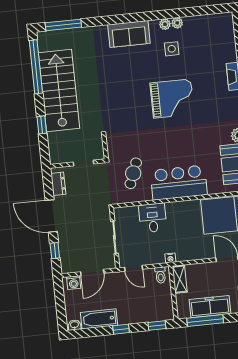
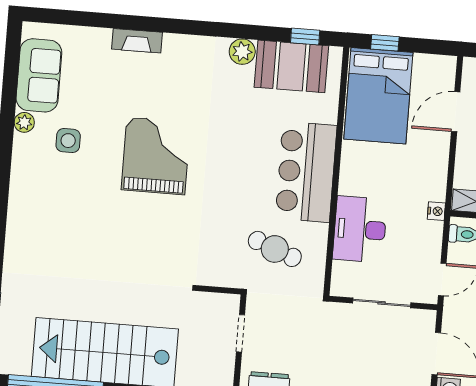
plant: (165, 24) -> (23, 144), removed
sofa: (129, 34) -> (39, 75), moved
desk: (153, 218) -> (360, 229), width x1.37

